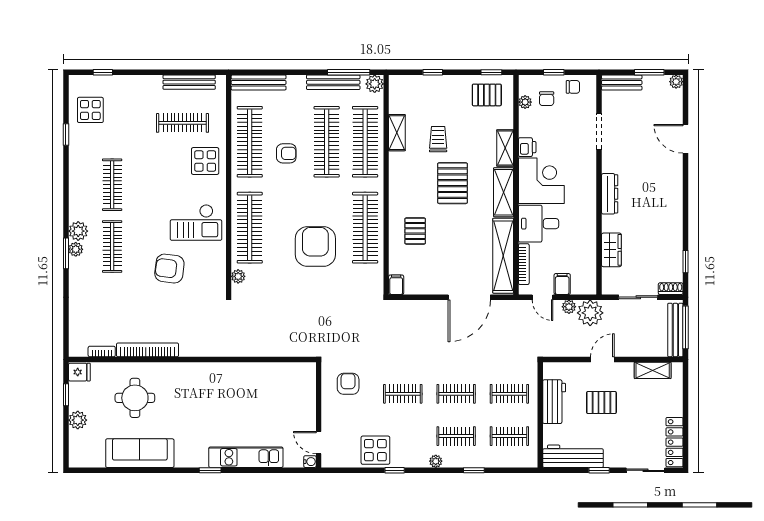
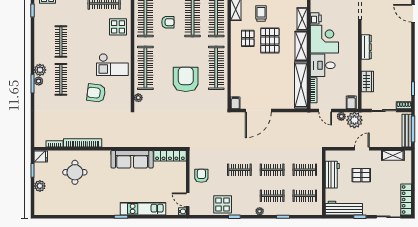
pallet: (415, 231) -> (248, 38), moved
filing cabinet: (562, 284) -> (351, 102), moved
door: (469, 297) -> (258, 111), moved
locker: (290, 371) -> (170, 156), added
armchair: (348, 384) -> (201, 176), moved
sofa: (140, 453) -> (132, 159), moved, turned 180

